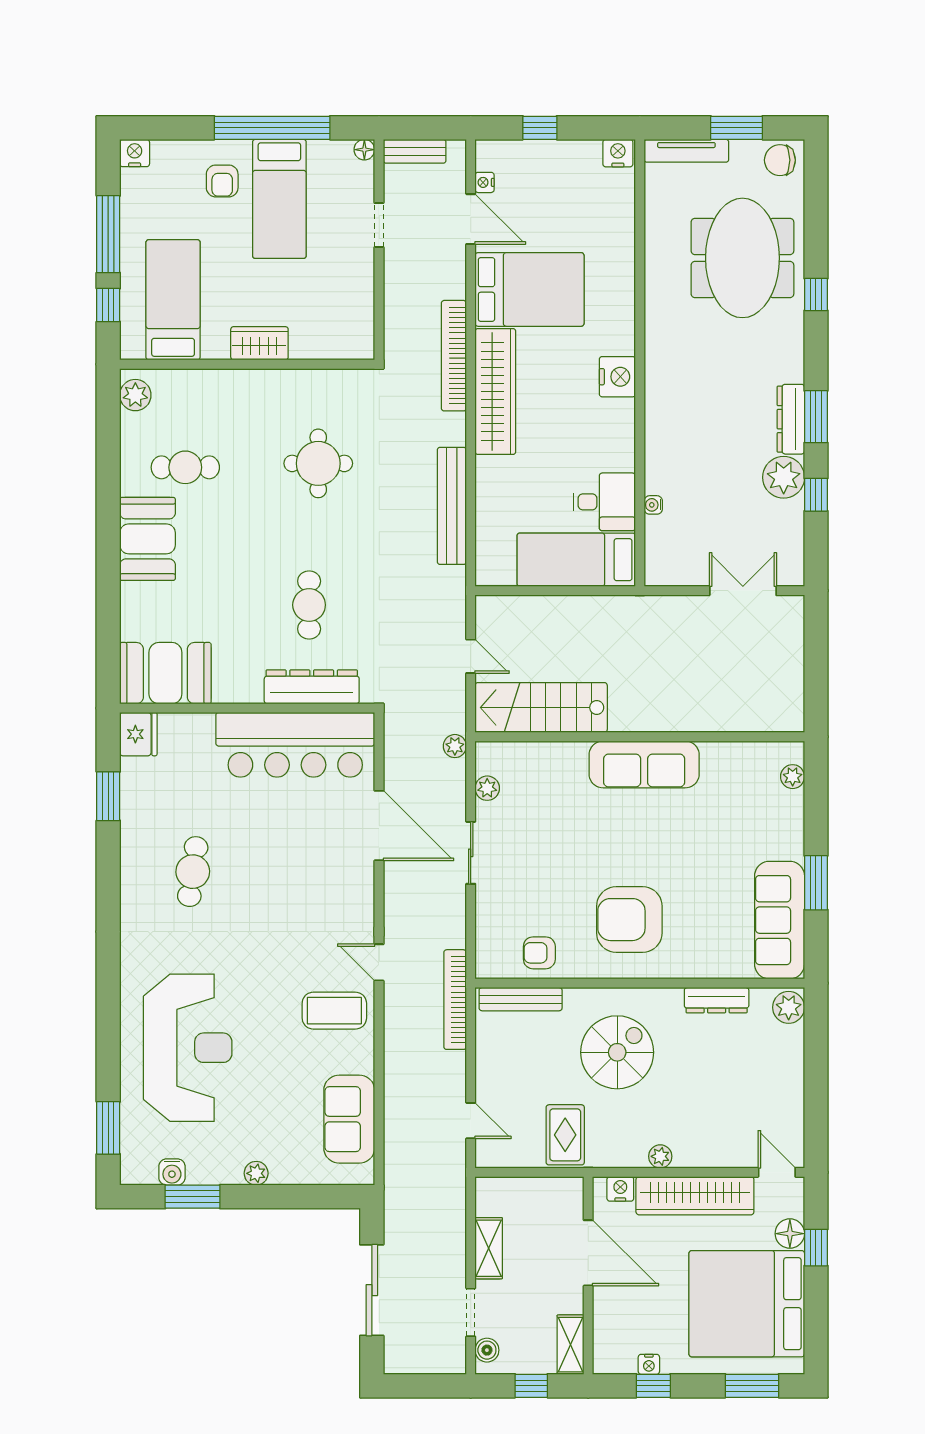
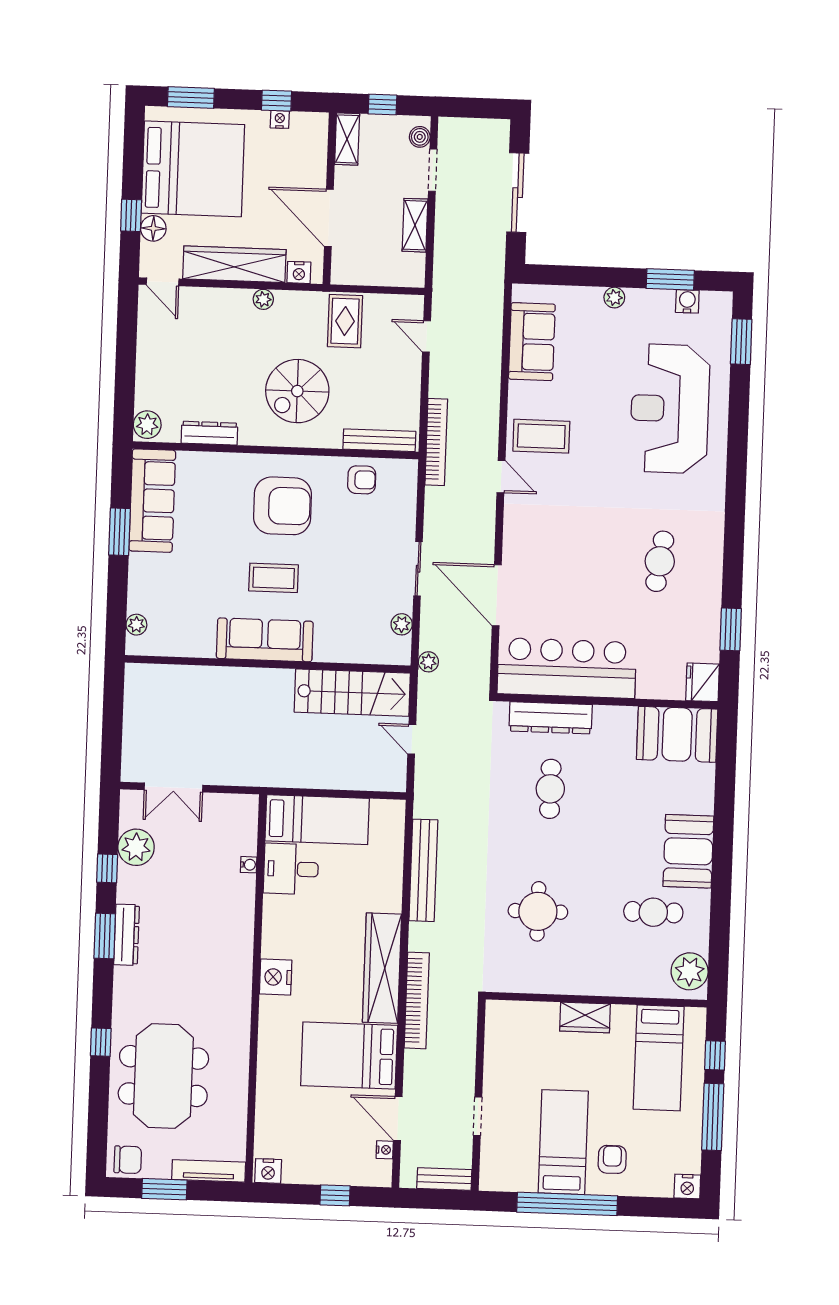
floor lamp: (364, 150) -> (488, 1182), removed
plant: (135, 395) -> (690, 971), width x1.36, depth x1.36
plant: (784, 477) -> (136, 847), moved
coffee table: (637, 836) -> (274, 578), added

